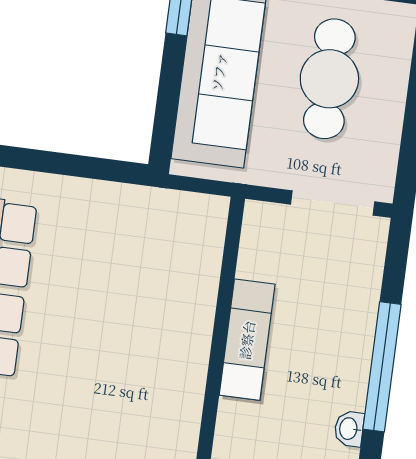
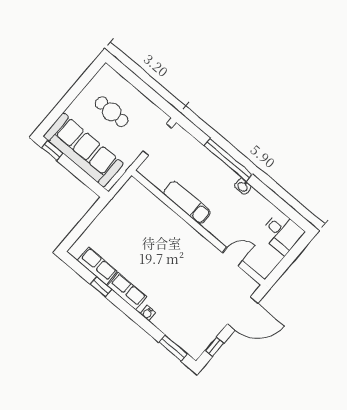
cafe table: (329, 79) -> (112, 112), width x0.73, depth x0.74

